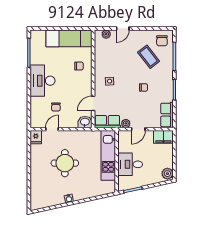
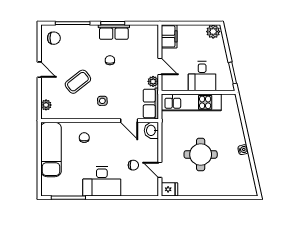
door: (123, 28) -> (39, 70), moved
coffee table: (149, 57) -> (78, 82), moved
row of seats: (167, 115) -> (114, 32), moved

